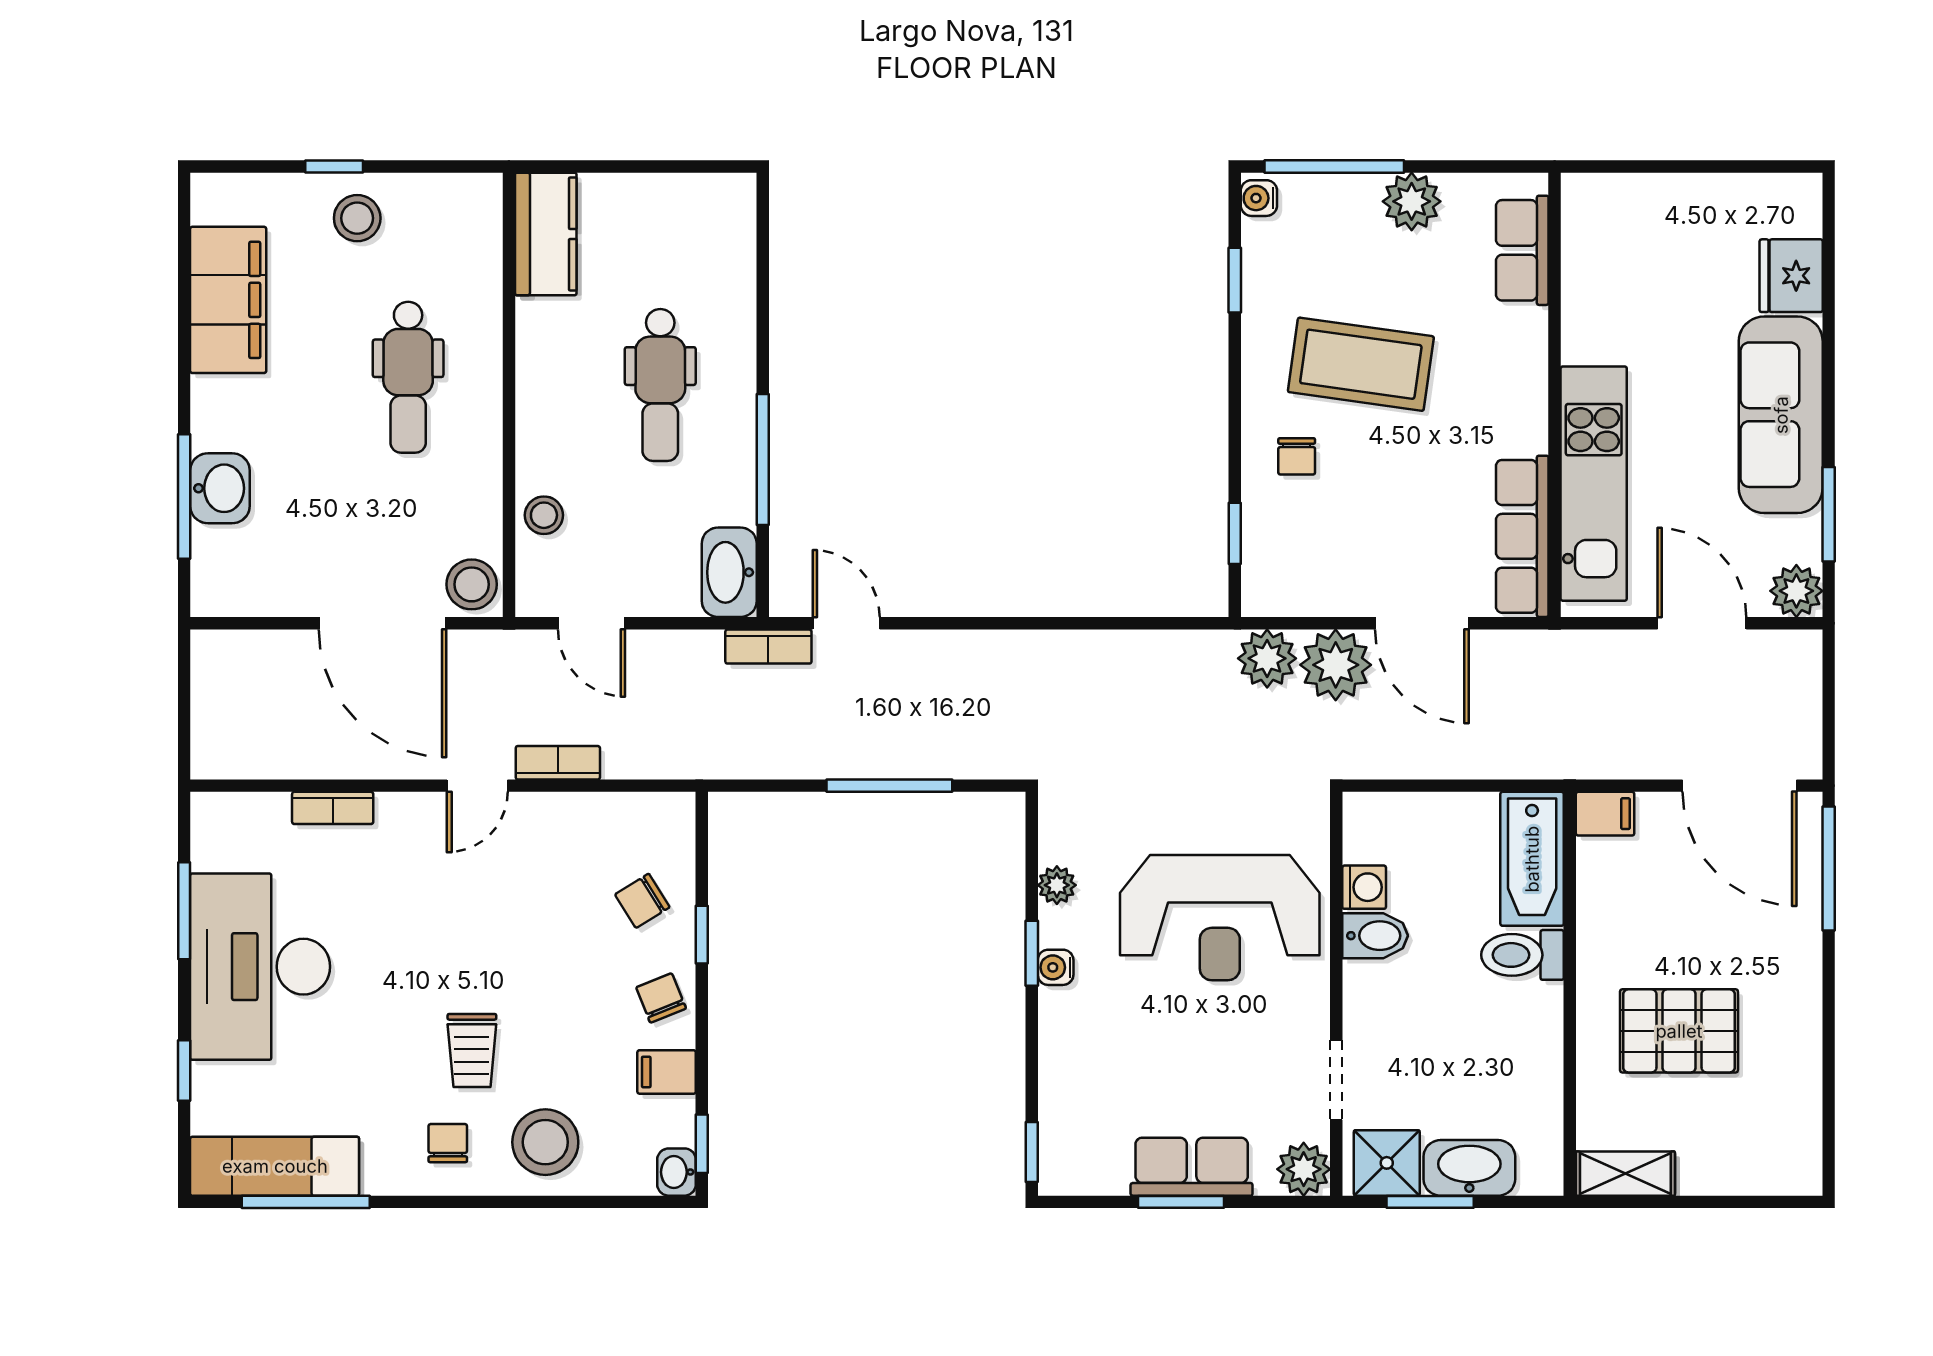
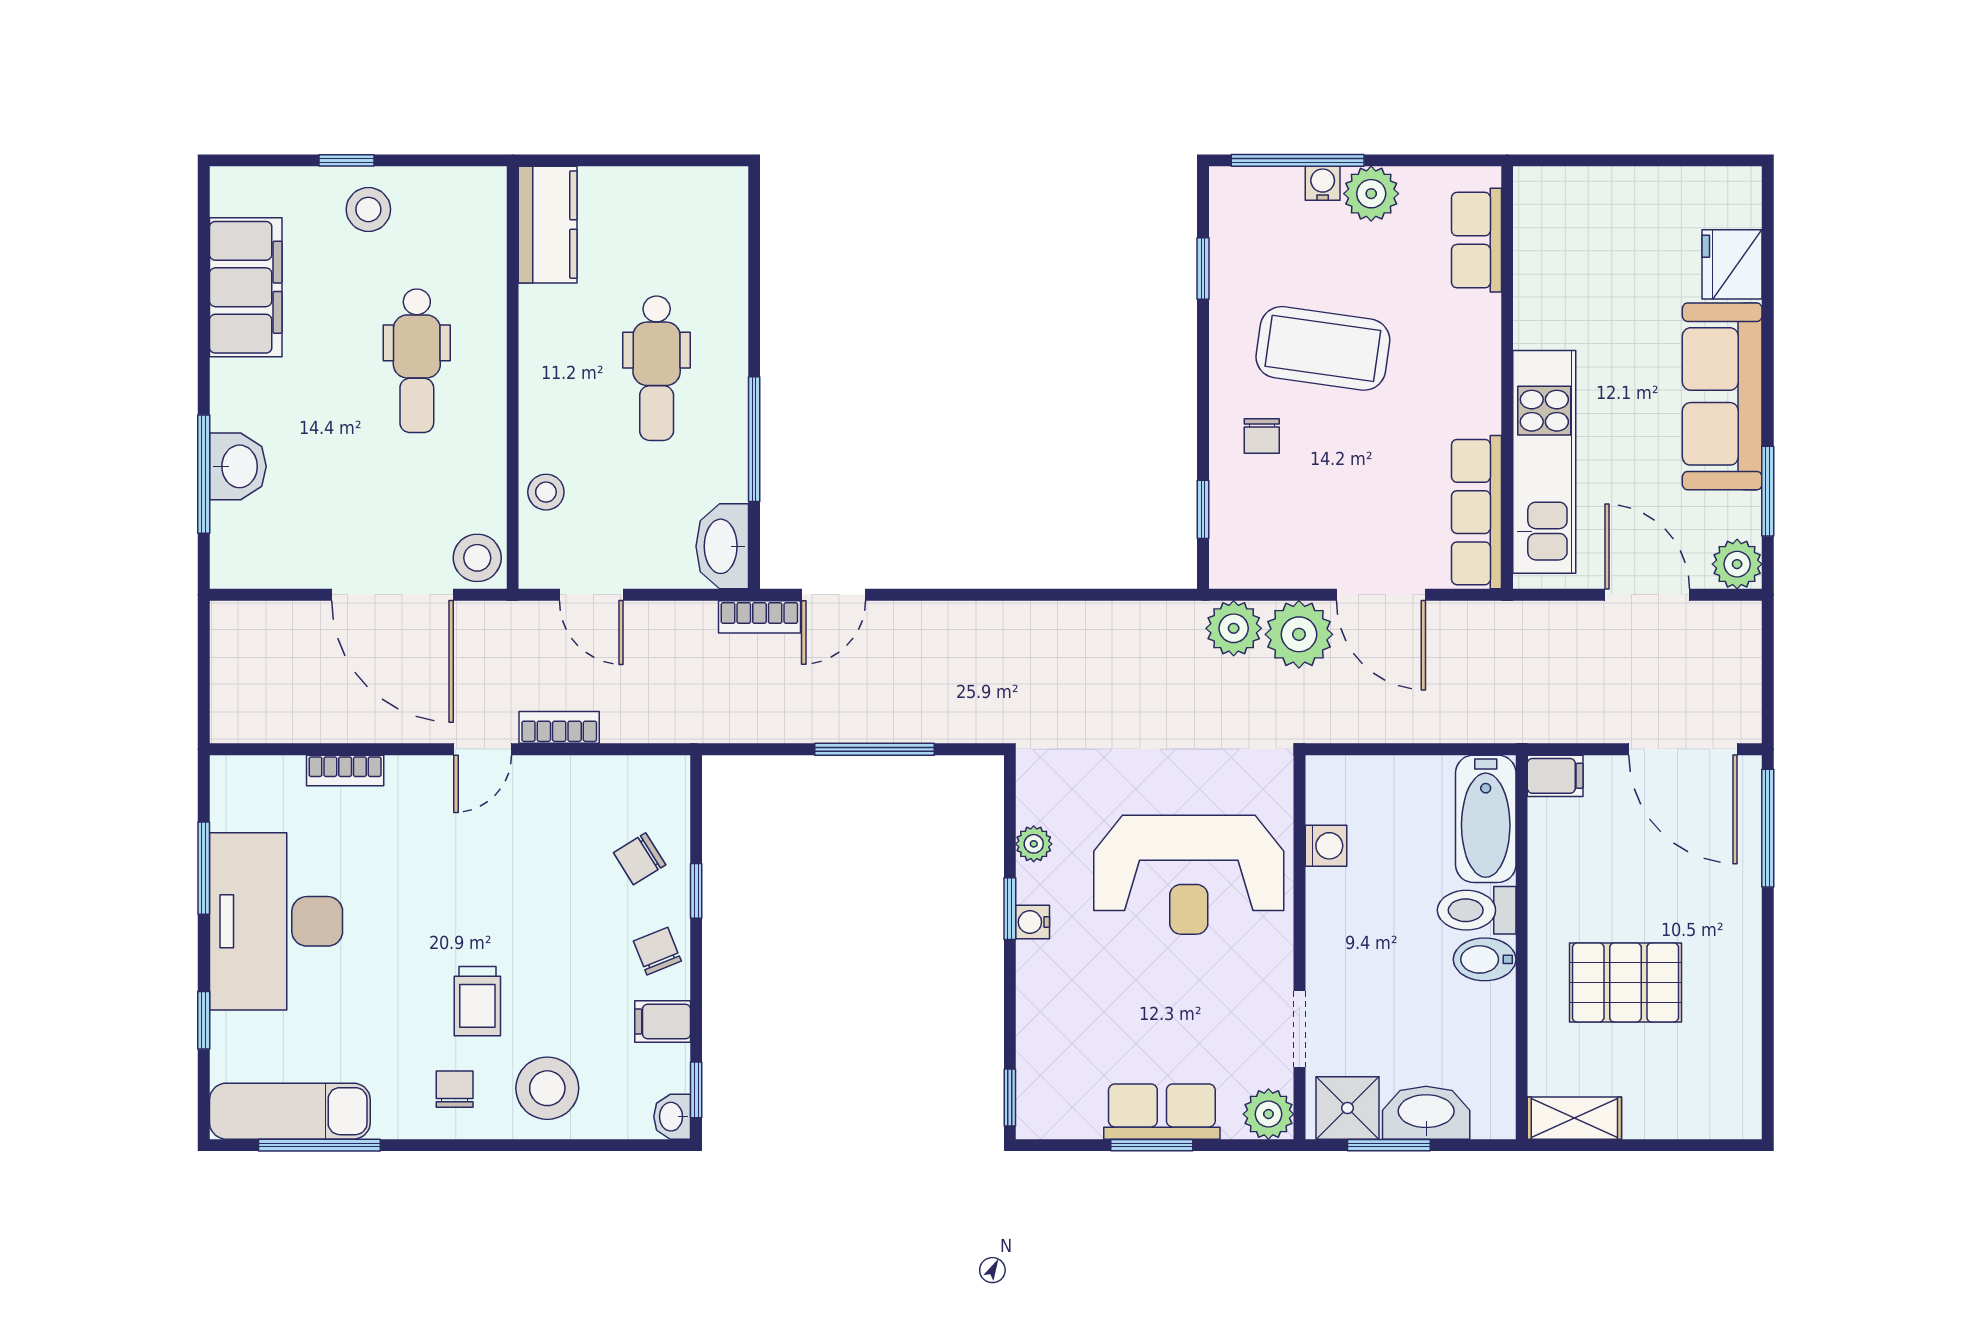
water cooler: (1259, 198) -> (1323, 183), moved, turned 90
door: (846, 623) -> (833, 595), swing flipped
bidet: (1375, 936) -> (1485, 959), moved, turned 180

